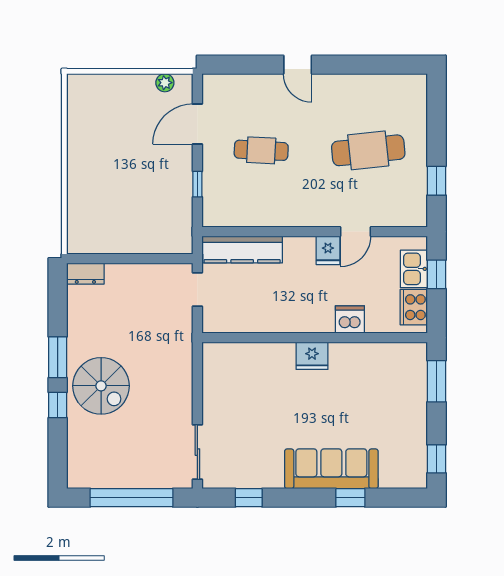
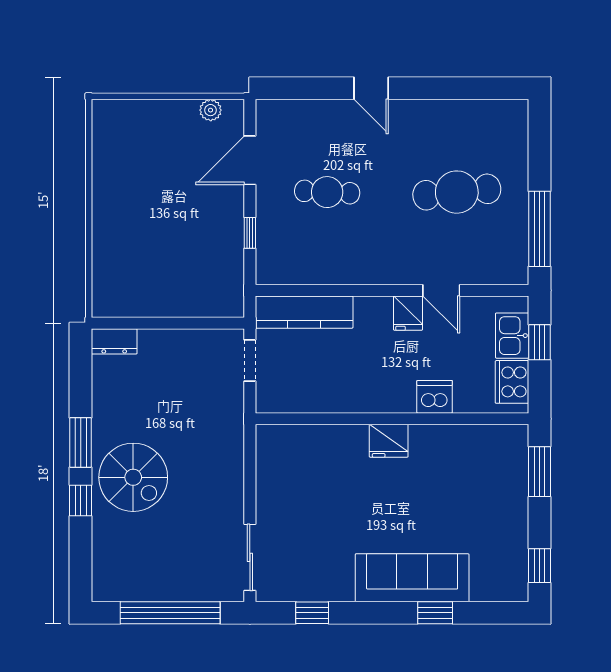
window: (437, 181) -> (539, 229), width x2.17
door: (355, 232) -> (441, 290), hinge flipped

